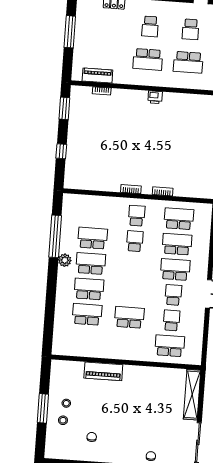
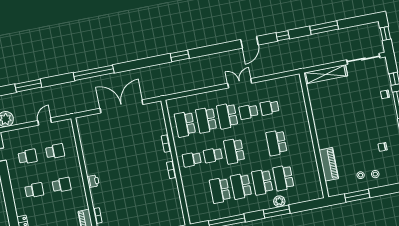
school desk: (148, 59) -> (62, 185), width x0.54
school desk: (188, 62) -> (55, 151), width x0.54
printer: (155, 97) -> (93, 181), moved
plant: (65, 260) -> (279, 201), moved
window: (51, 296) -> (277, 212), added
school desk: (170, 346) -> (234, 151), moved
piano: (103, 371) -> (329, 164), moved
window: (43, 408) -> (357, 196), moved

